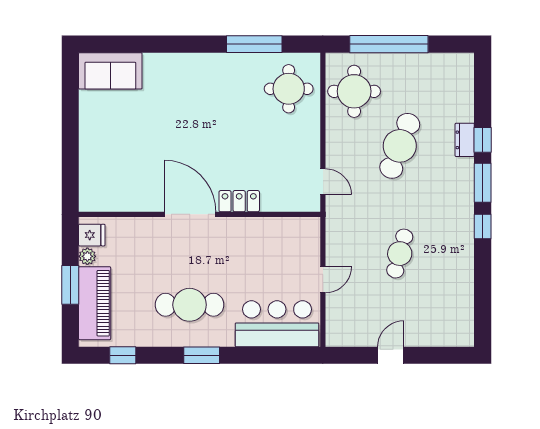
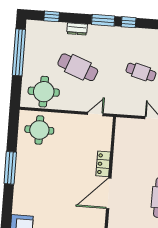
window: (254, 44) -> (10, 168), moved
window: (389, 44) -> (19, 52), moved
window: (483, 140) -> (52, 16), moved

